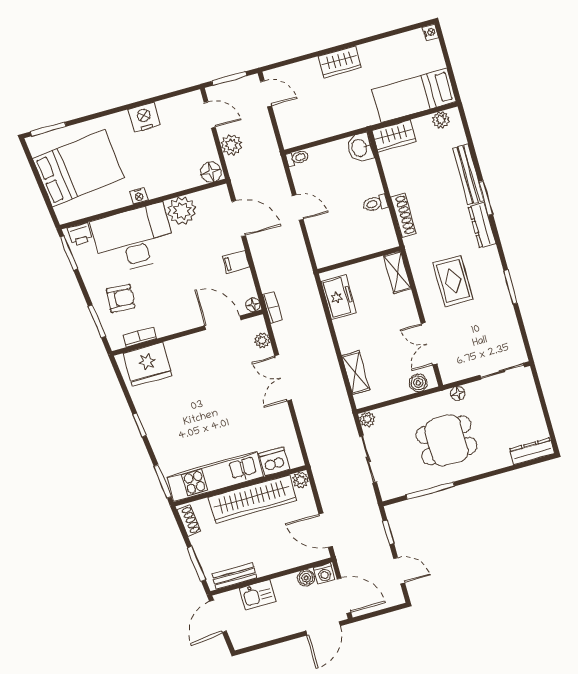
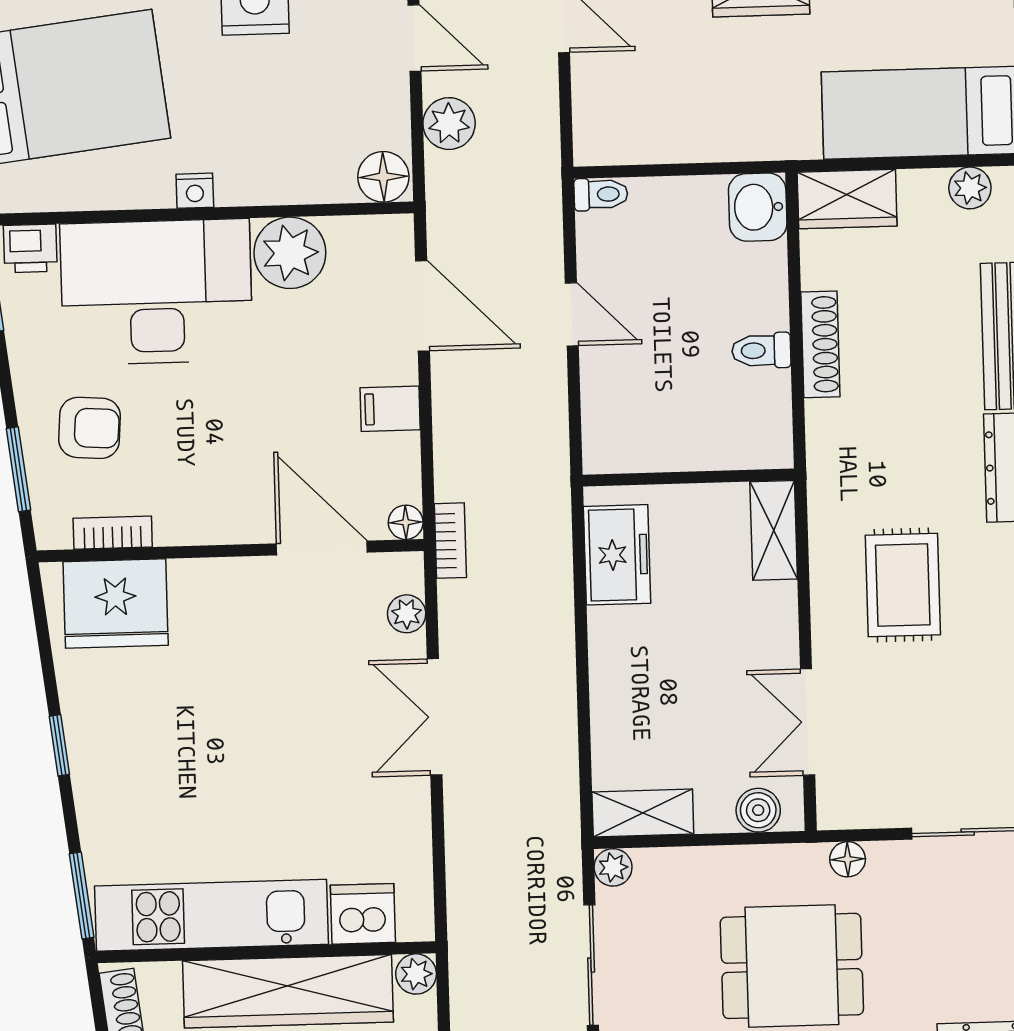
shoe rack: (403, 215) -> (820, 344), moved
shelving: (356, 373) -> (643, 813), moved, turned 90

